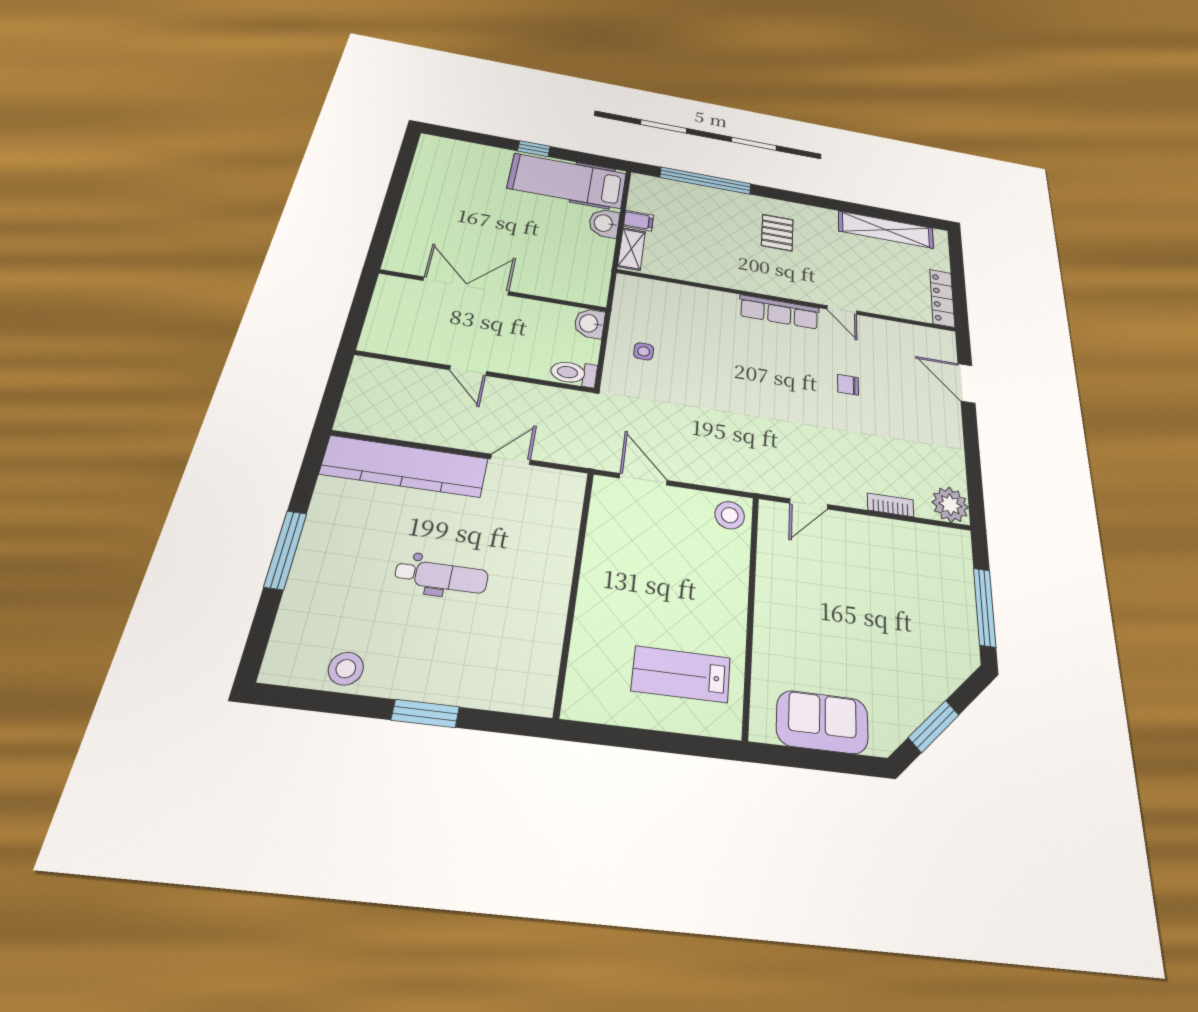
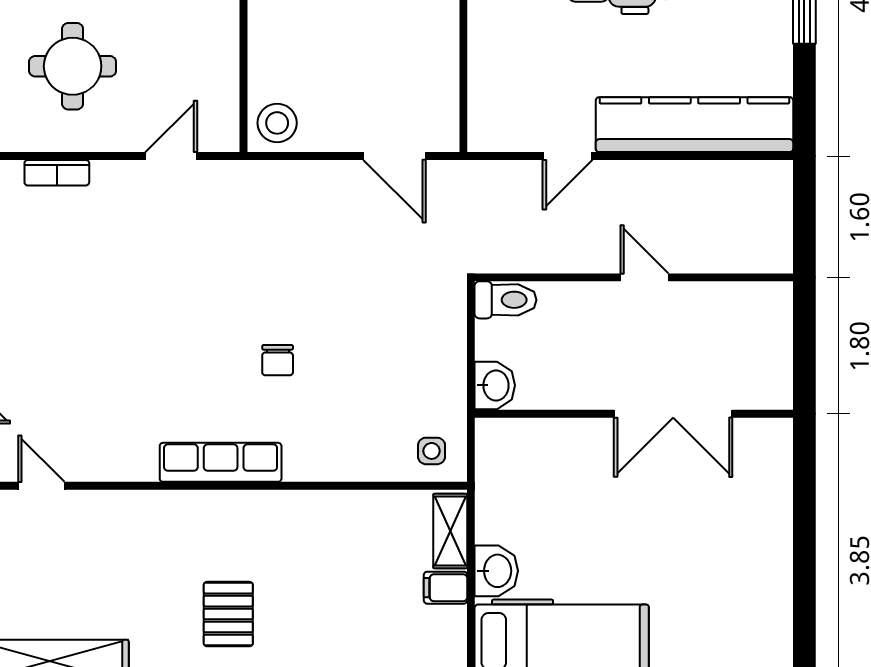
door: (842, 310) -> (41, 486), moved
side table: (644, 351) -> (432, 451), moved
chair: (848, 385) -> (278, 360), moved, turned 90
round table: (881, 578) -> (73, 66), added

